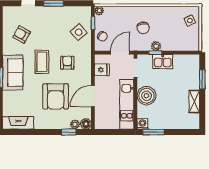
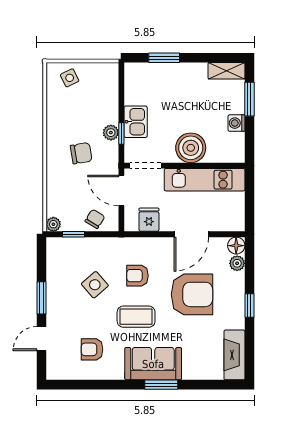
side table: (79, 32) -> (95, 285), moved
armchair: (22, 35) -> (92, 349), turned 61
door: (93, 96) -> (191, 234), hinge flipped
shelving: (194, 102) -> (226, 71), moved
washing machine: (142, 124) -> (236, 123), moved
window: (69, 132) -> (249, 305), moved
window: (153, 132) -> (249, 99), moved

